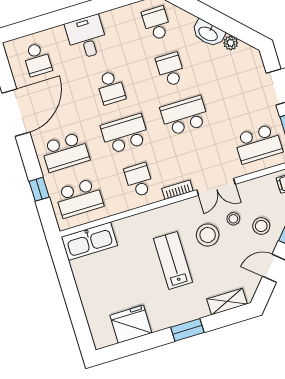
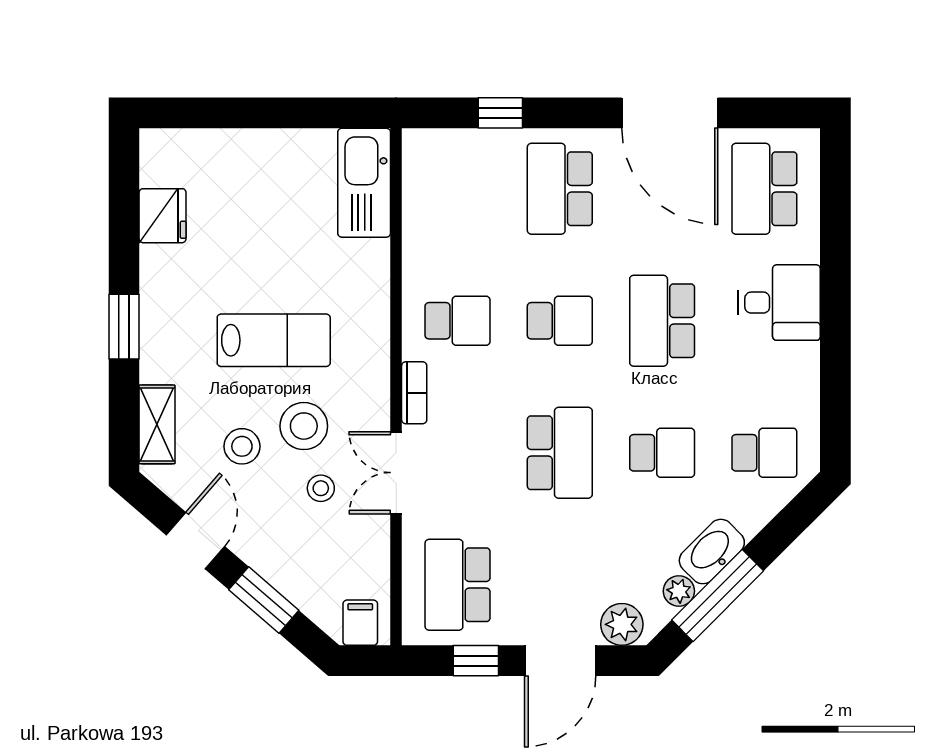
window: (227, 25) -> (718, 595), added
school desk: (37, 59) -> (764, 189), width x1.85
plant: (254, 64) -> (622, 624), added
school desk: (111, 88) -> (662, 321), width x1.85
school desk: (125, 134) -> (560, 321), width x0.54
school desk: (79, 198) -> (458, 189), removed
stool: (261, 226) -> (242, 446), moved
fridge: (131, 324) -> (163, 216), width x0.73, depth x0.75

